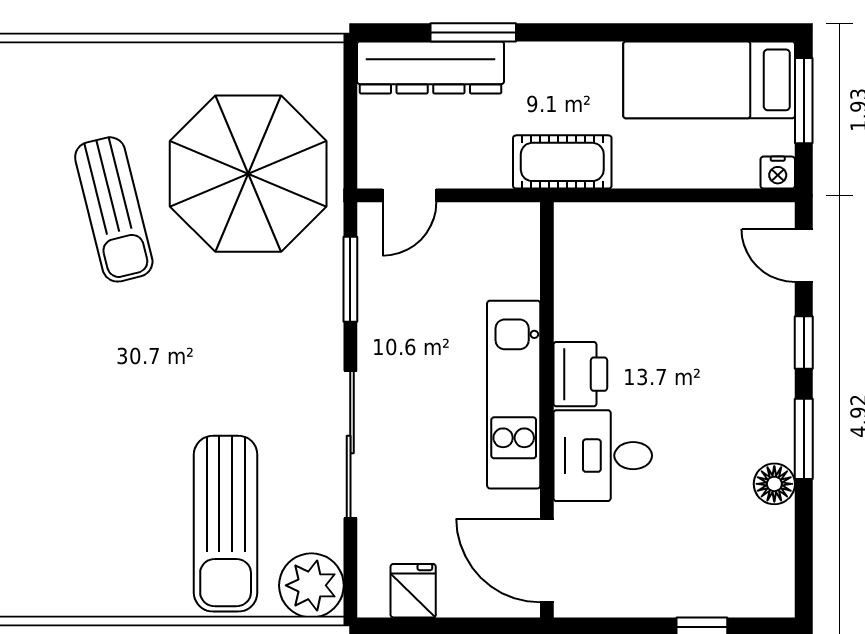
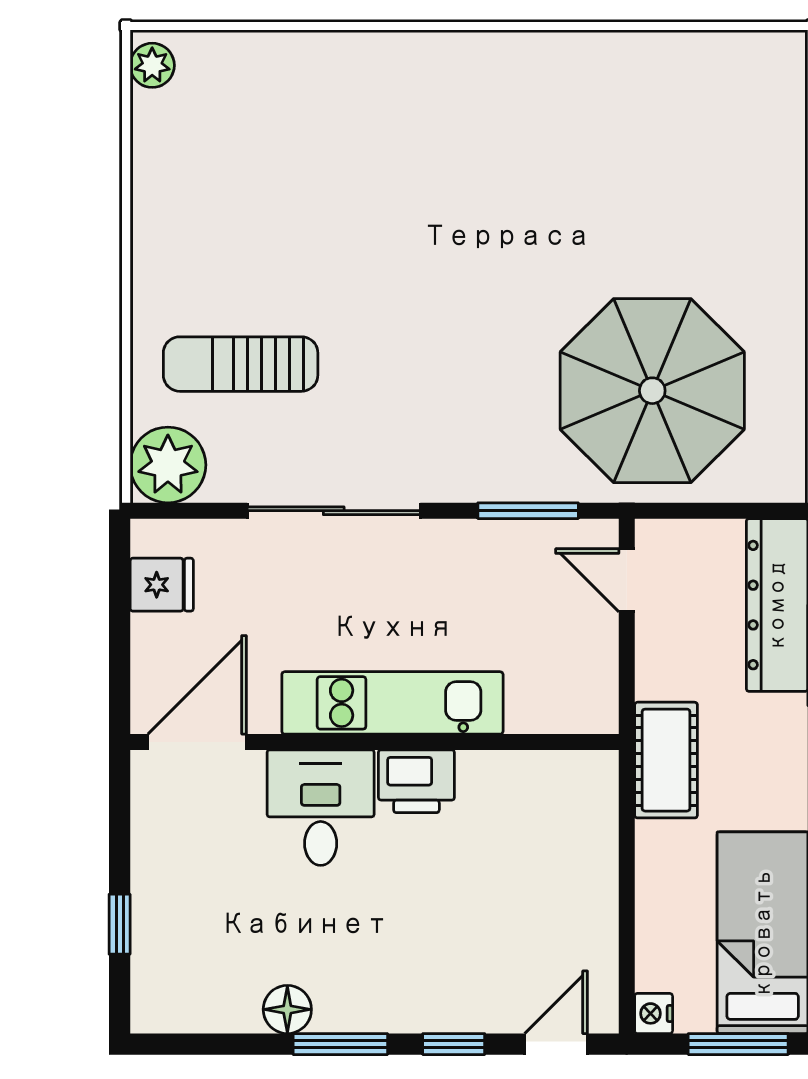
sun lounger: (114, 209) -> (610, 233), removed
sun lounger: (226, 524) -> (241, 364), width x0.73, depth x0.75

